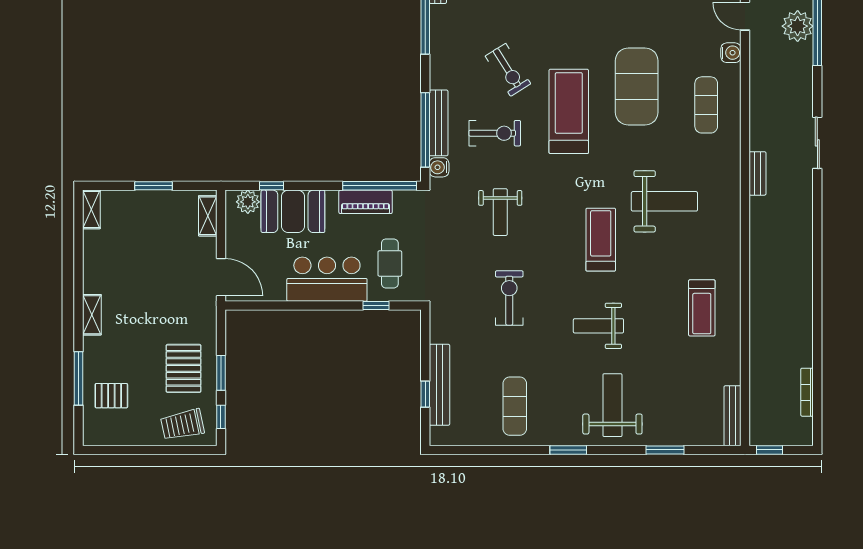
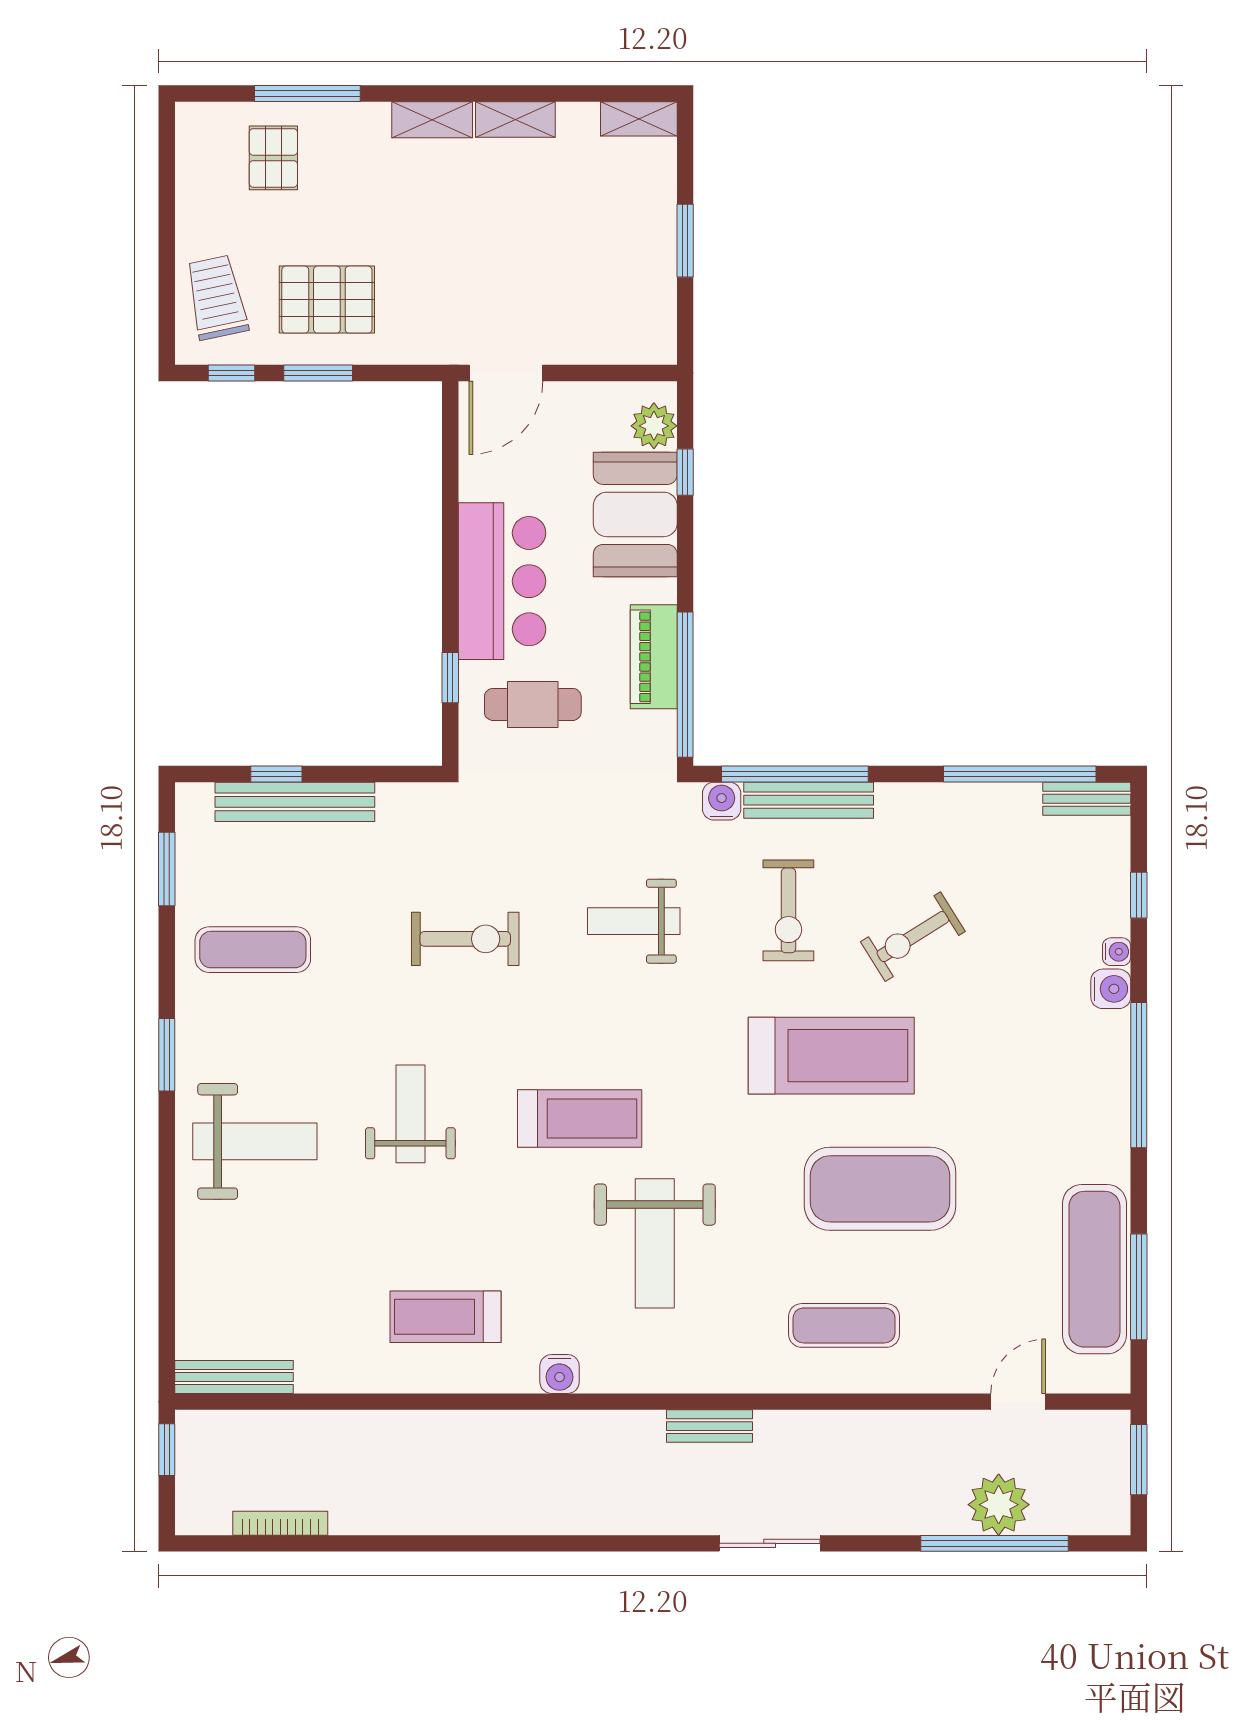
water cooler: (731, 53) -> (560, 1374), moved
shelving: (208, 216) -> (515, 120), moved
window: (665, 450) -> (167, 869), moved

